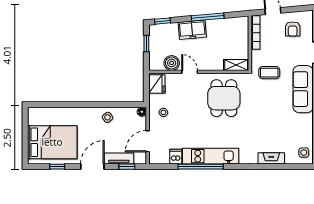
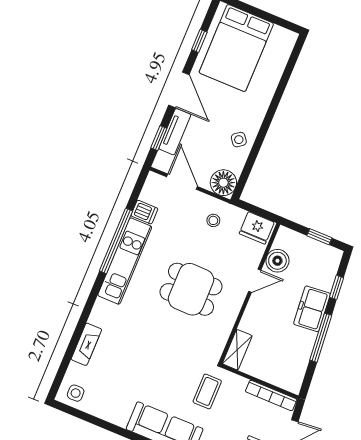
window: (162, 21) -> (337, 287), moved
dining table: (224, 98) -> (191, 289), moved
floor lamp: (142, 112) -> (223, 183), width x1.89, depth x1.89

